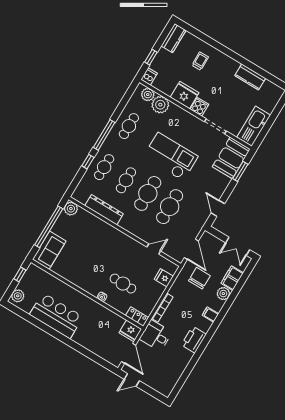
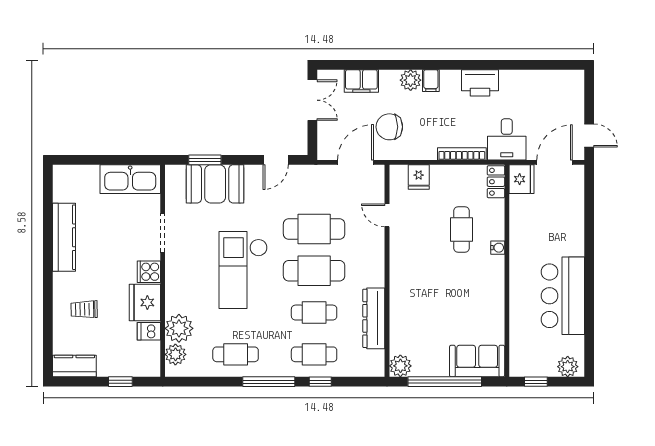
dishwasher: (149, 76) -> (149, 331), moved
kitchen counter: (250, 77) -> (64, 237), width x1.50
booth: (231, 158) -> (215, 184), moved
plant: (223, 294) -> (411, 80), moved

